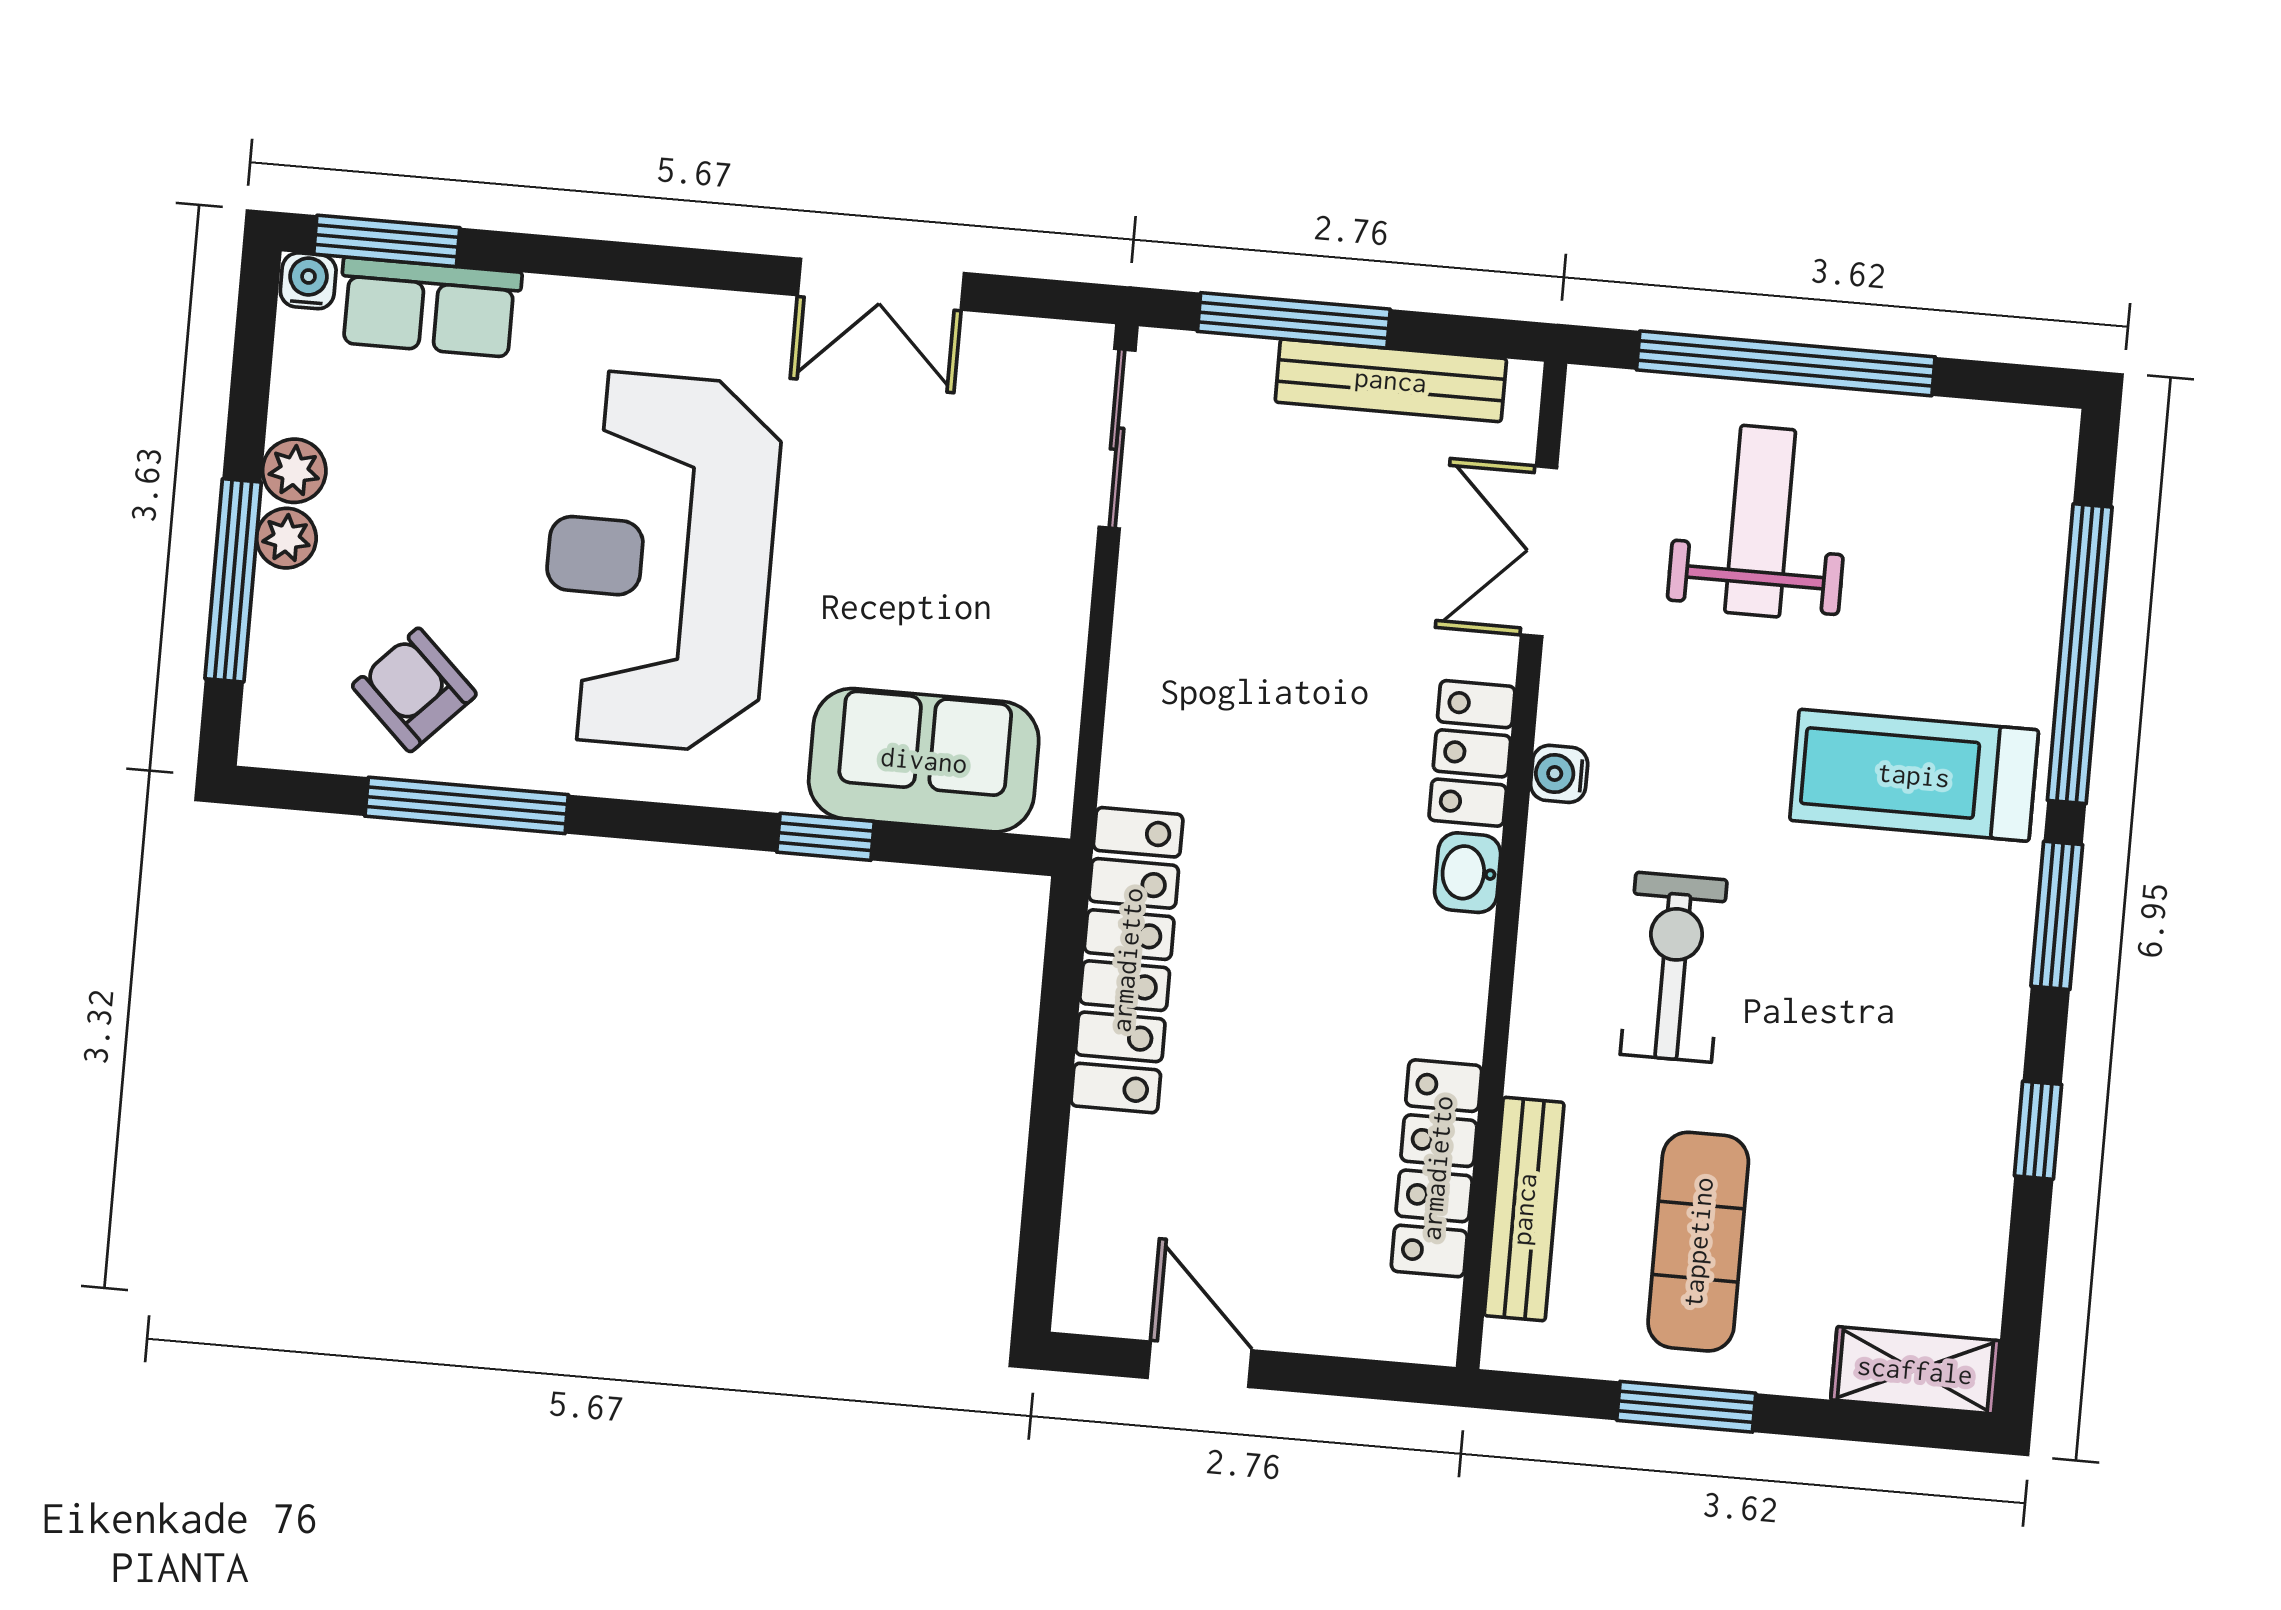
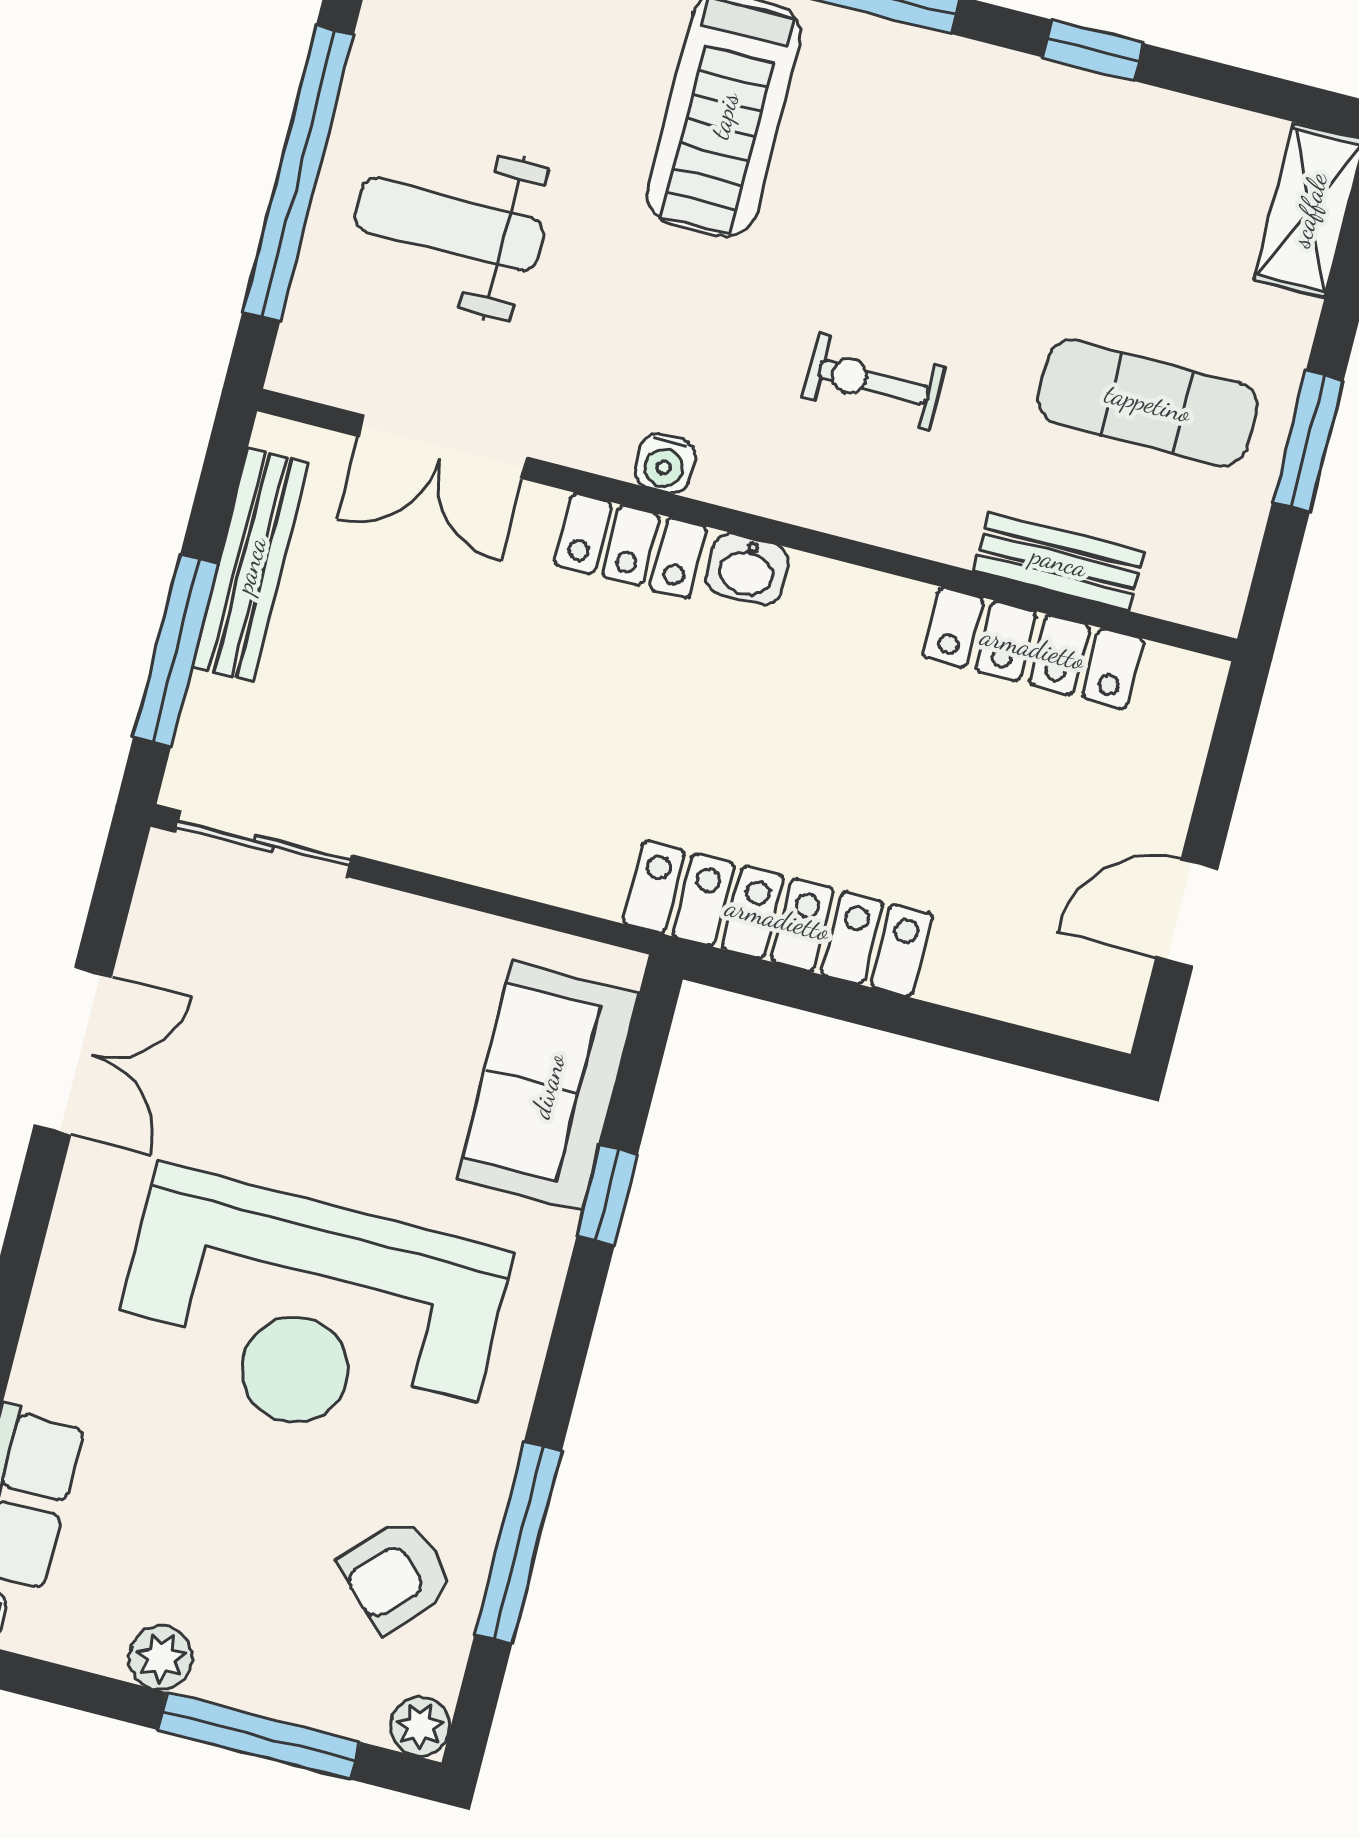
plant: (286, 538) -> (420, 1726), moved
exercise bike: (1674, 967) -> (874, 382), width x0.73, depth x0.72
bench: (1524, 1209) -> (1059, 561), width x0.73

